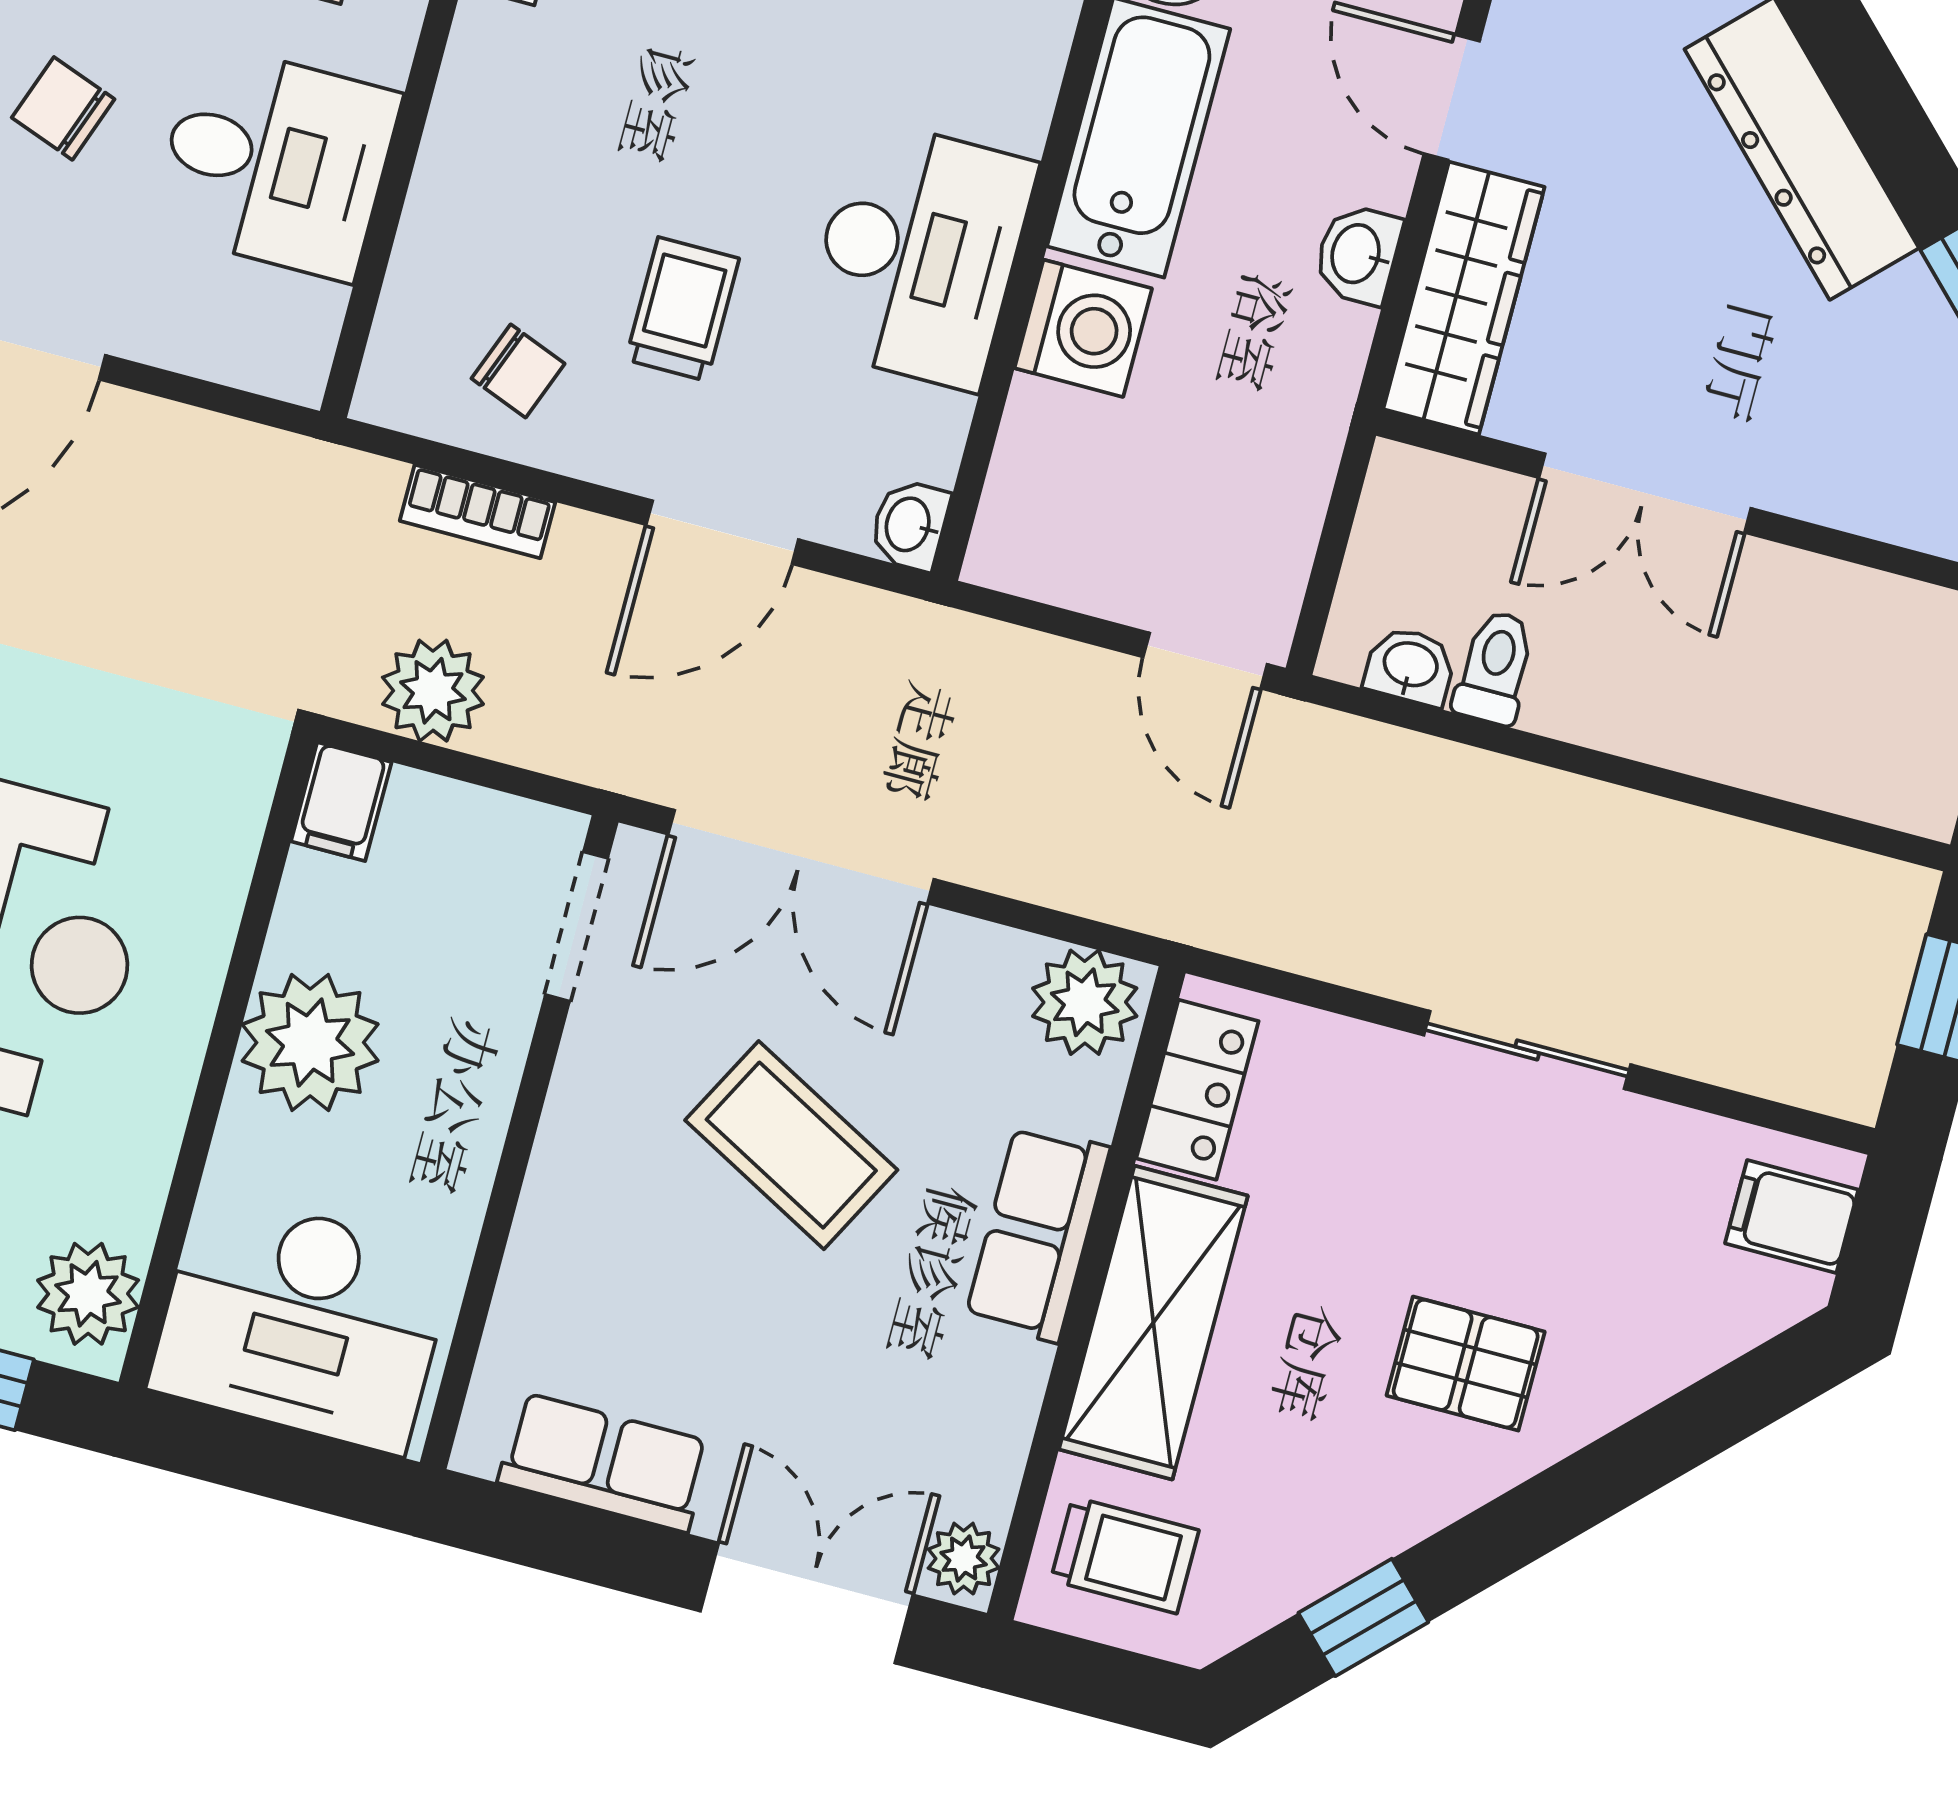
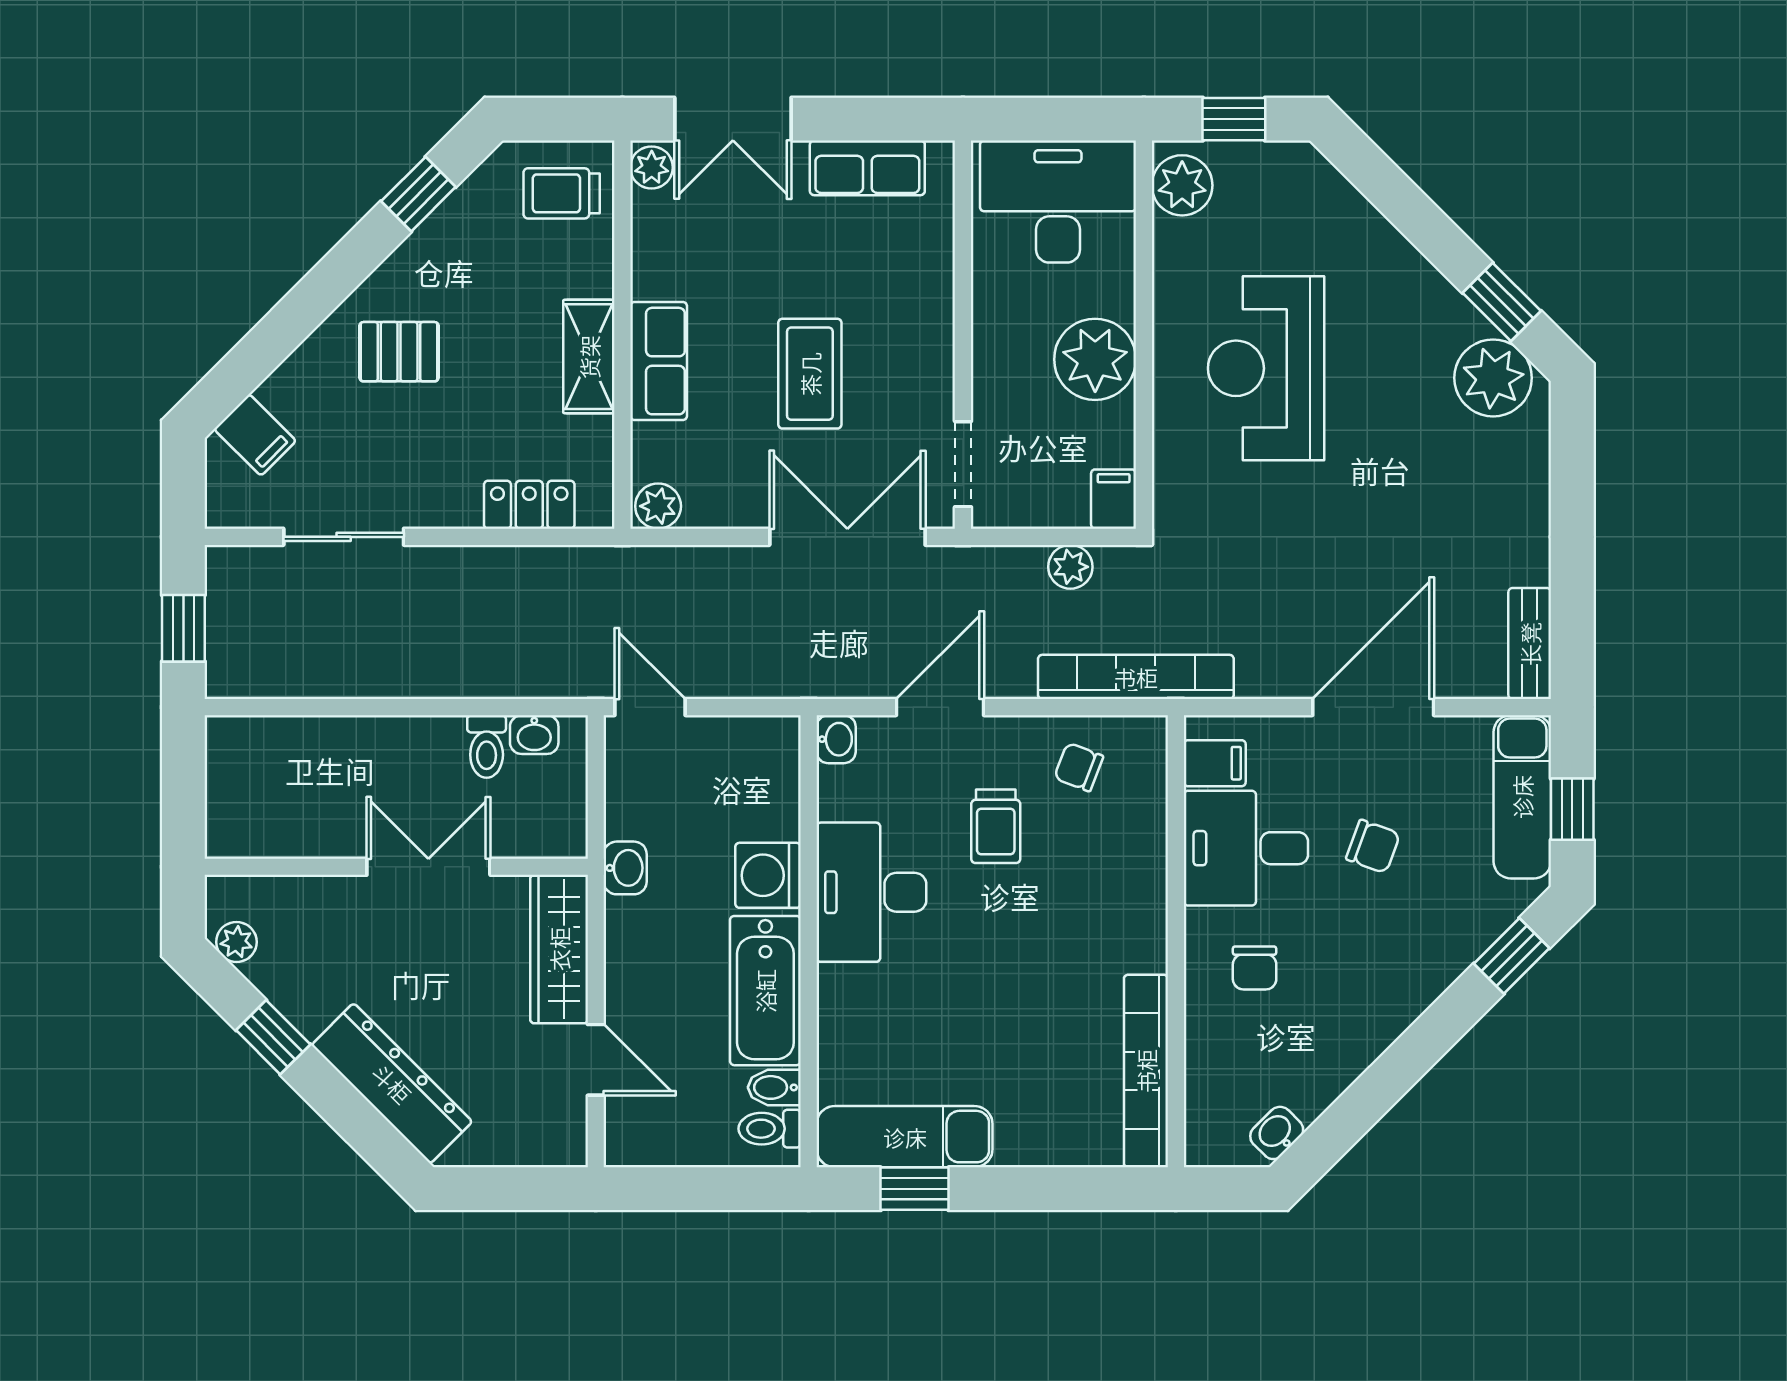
washbasin: (1358, 254) -> (625, 868), moved
filing cabinet: (290, 317) -> (1215, 763), added
bookcase: (478, 511) -> (1136, 677), width x2.31, depth x1.31
plant: (433, 691) -> (1070, 567), width x0.73, depth x0.73
plant: (1085, 1002) -> (658, 506), width x0.73, depth x0.73
sliding door: (1527, 1050) -> (344, 537), moved
locker: (1197, 1090) -> (529, 505), moved, turned 90
coffee table: (791, 1145) -> (810, 374), turned 62
filing cabinet: (1792, 1216) -> (255, 435), moved, turned 45
shelving: (1153, 1323) -> (589, 357), width x0.67, depth x0.75

